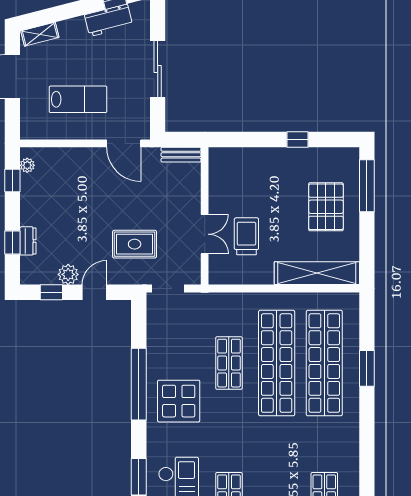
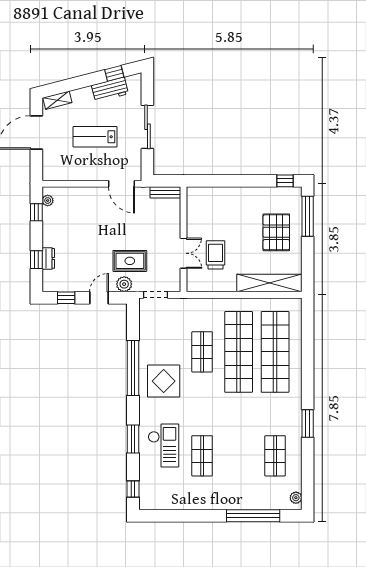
lab bench: (78, 99) -> (95, 137), moved, turned 180
window: (298, 140) -> (285, 181), moved
plant: (68, 274) -> (124, 284), moved
window: (367, 368) -> (308, 423), moved

